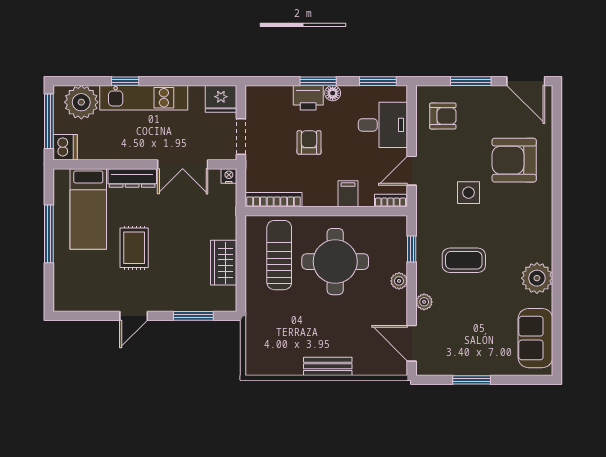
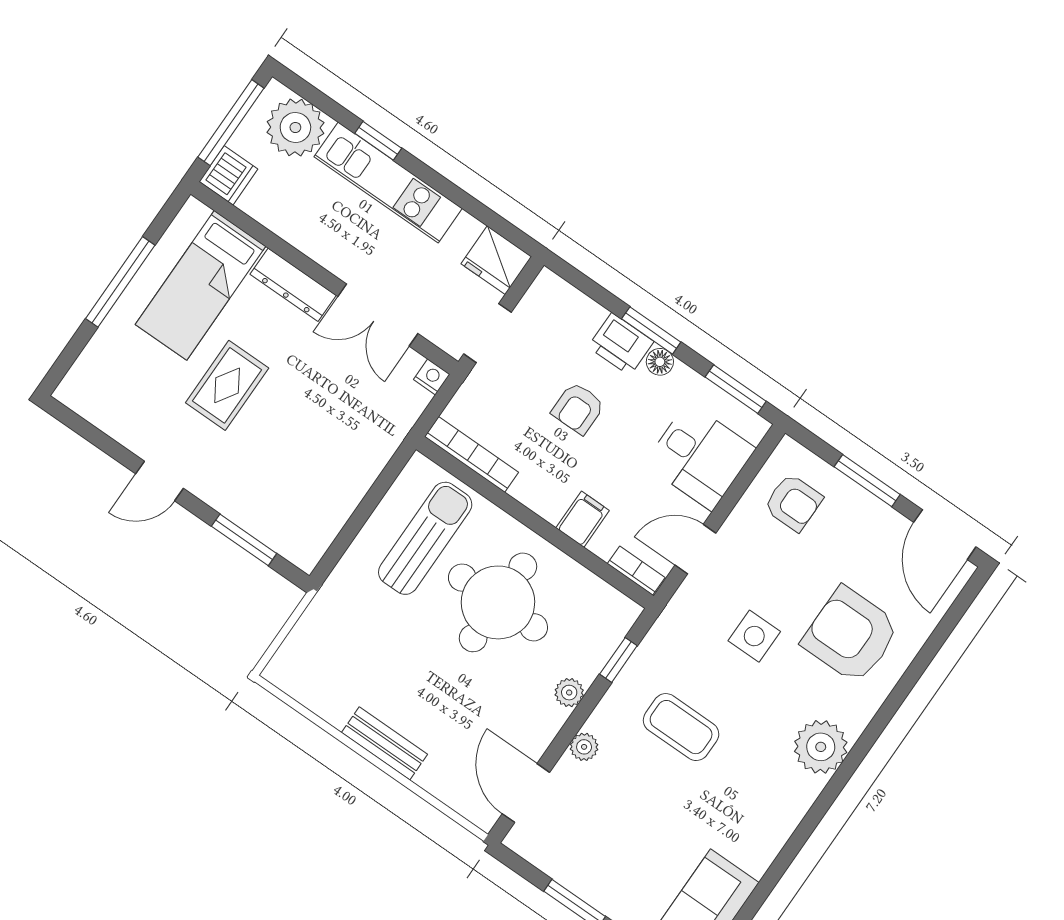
armchair: (309, 142) -> (578, 408), turned 180
wardrobe: (224, 263) -> (339, 494), removed
plant: (537, 278) -> (821, 747), moved

